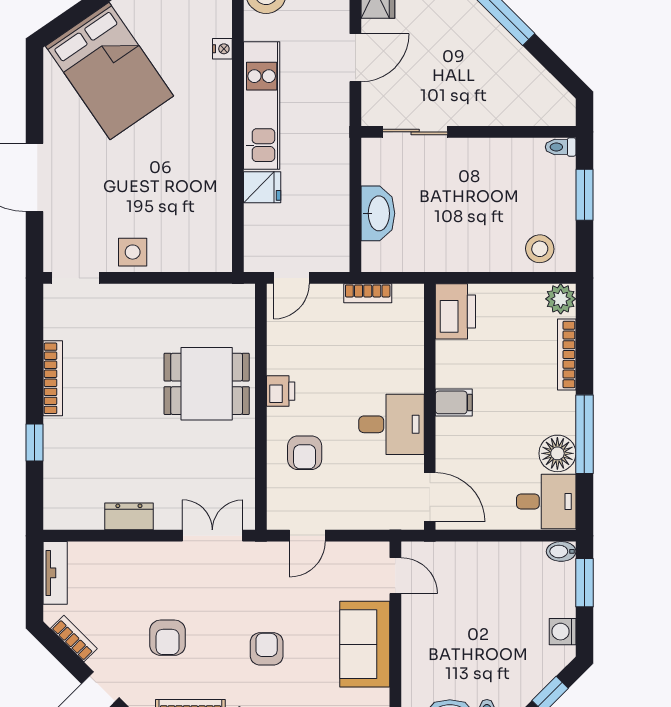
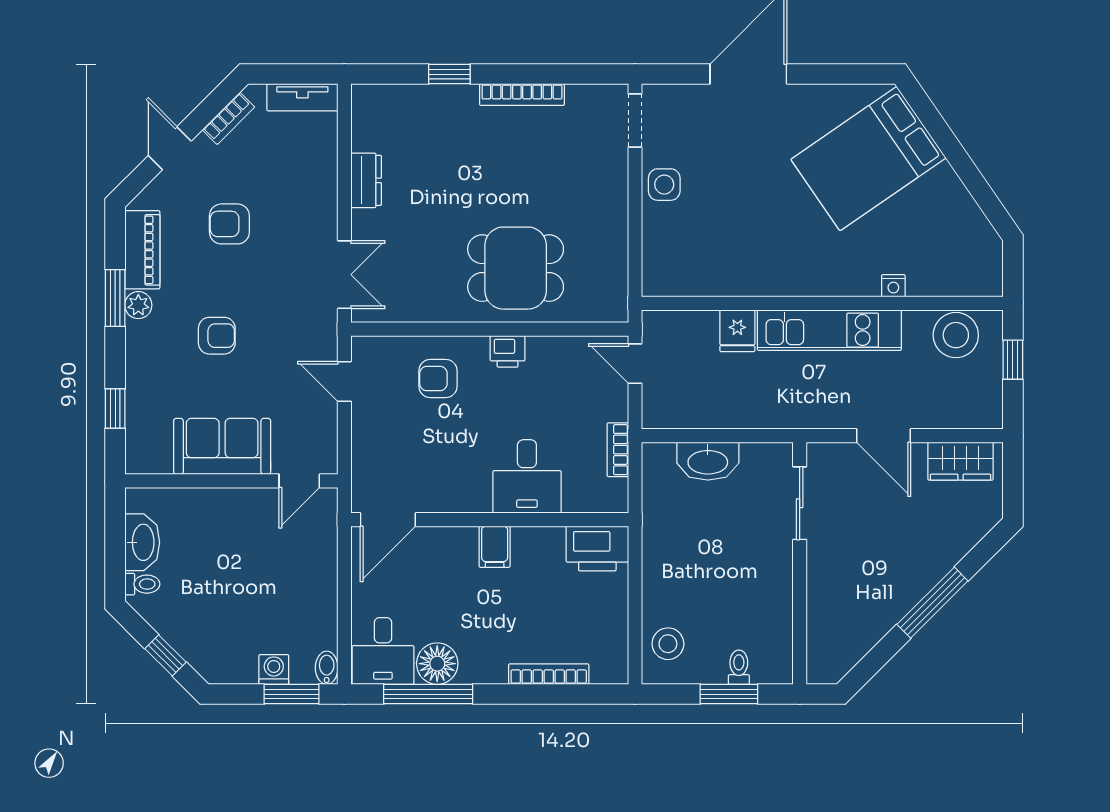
toilet: (561, 147) -> (739, 667), moved
plant: (561, 299) -> (611, 667), removed
dining table: (207, 384) -> (516, 268), turned 90
desk: (391, 424) -> (527, 476), moved
window: (584, 434) -> (428, 694), moved
washing machine: (563, 632) -> (274, 669), moved

